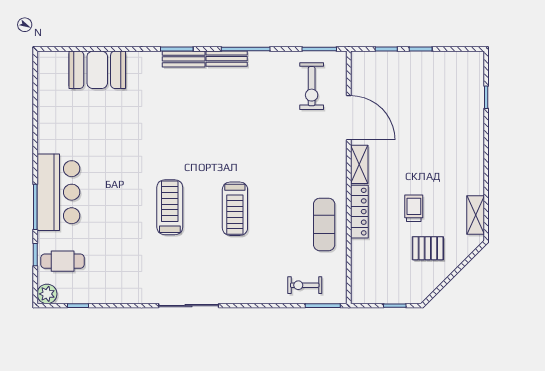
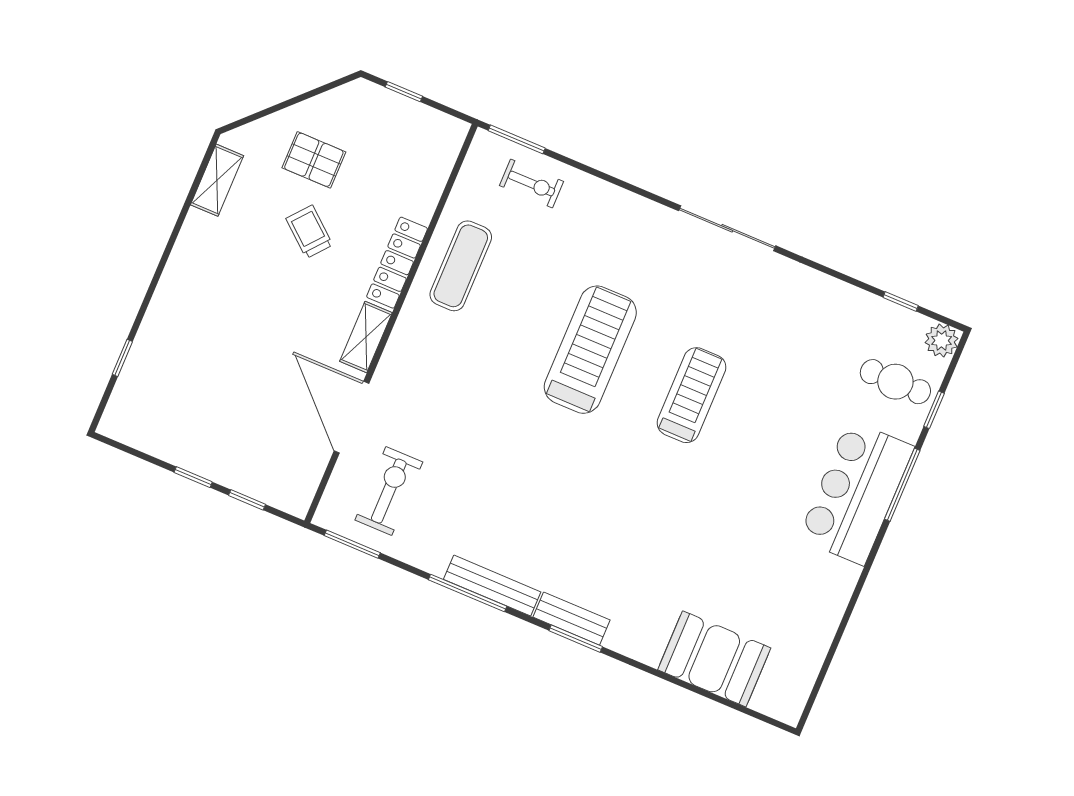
bench: (227, 59) -> (492, 586), width x1.36
treadmill: (170, 207) -> (691, 395), turned 180
trolley: (414, 208) -> (309, 232), turned 130
treadmill: (235, 209) -> (590, 350), width x1.37, depth x1.38

